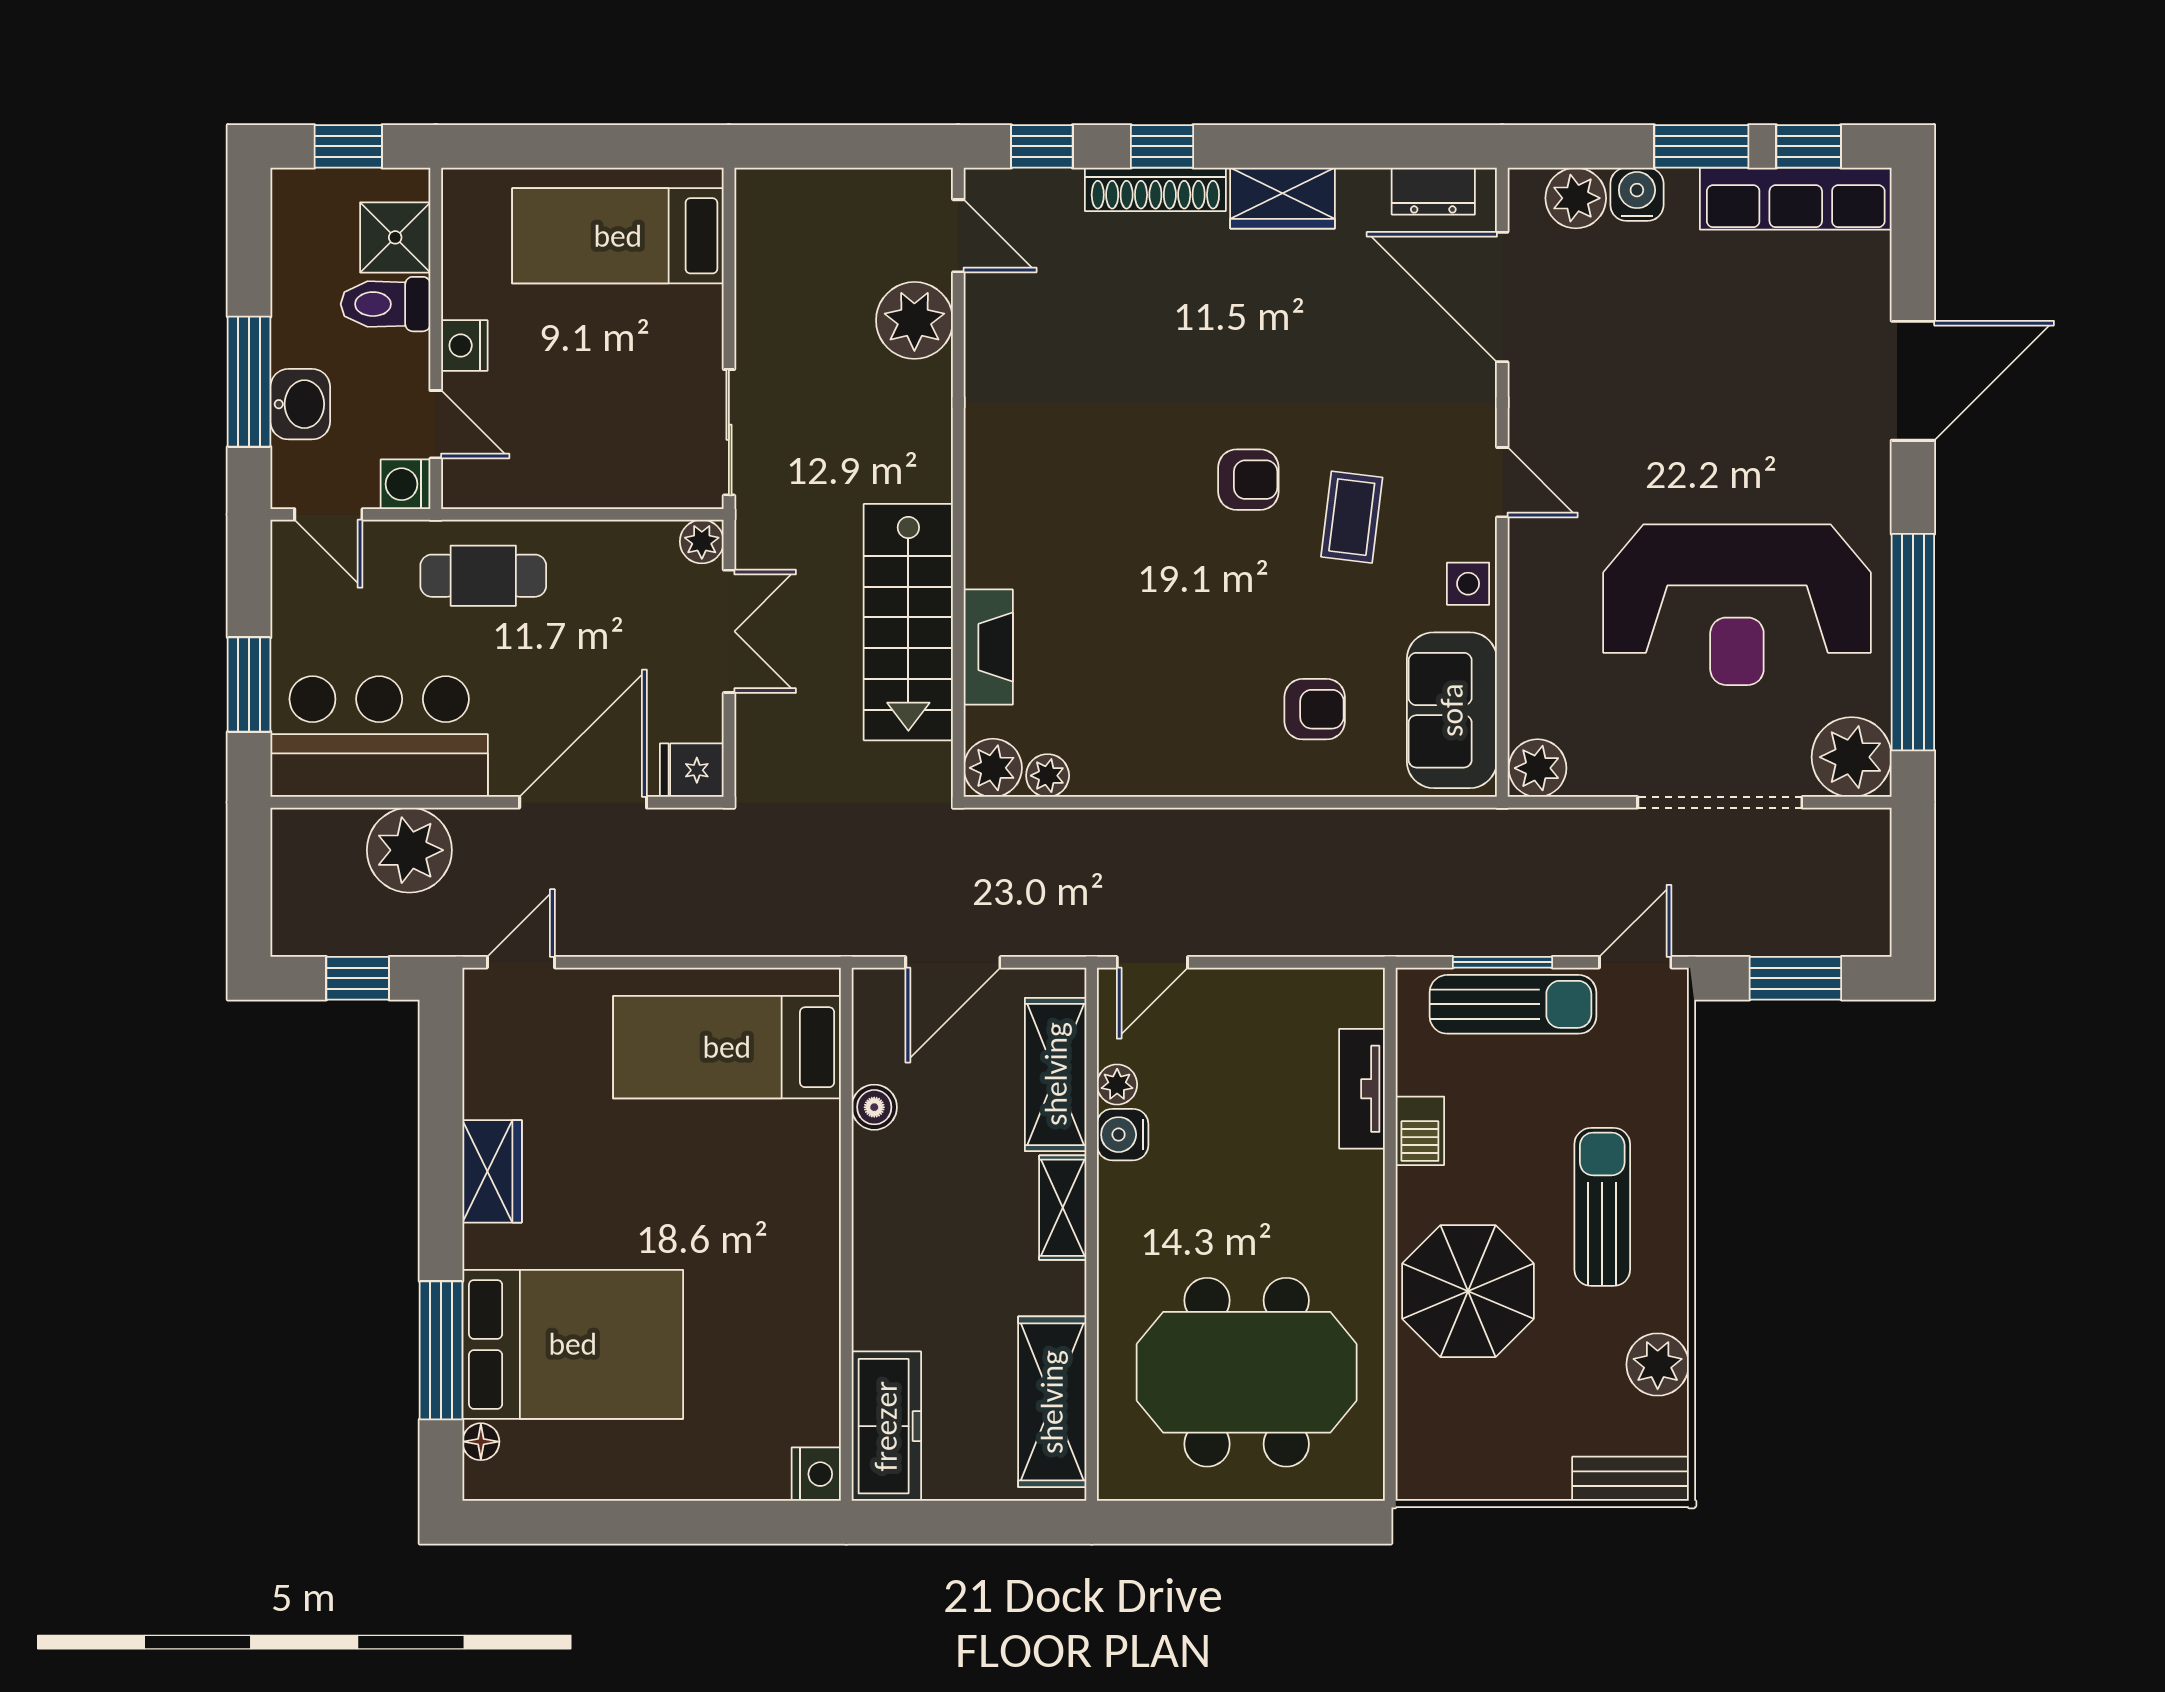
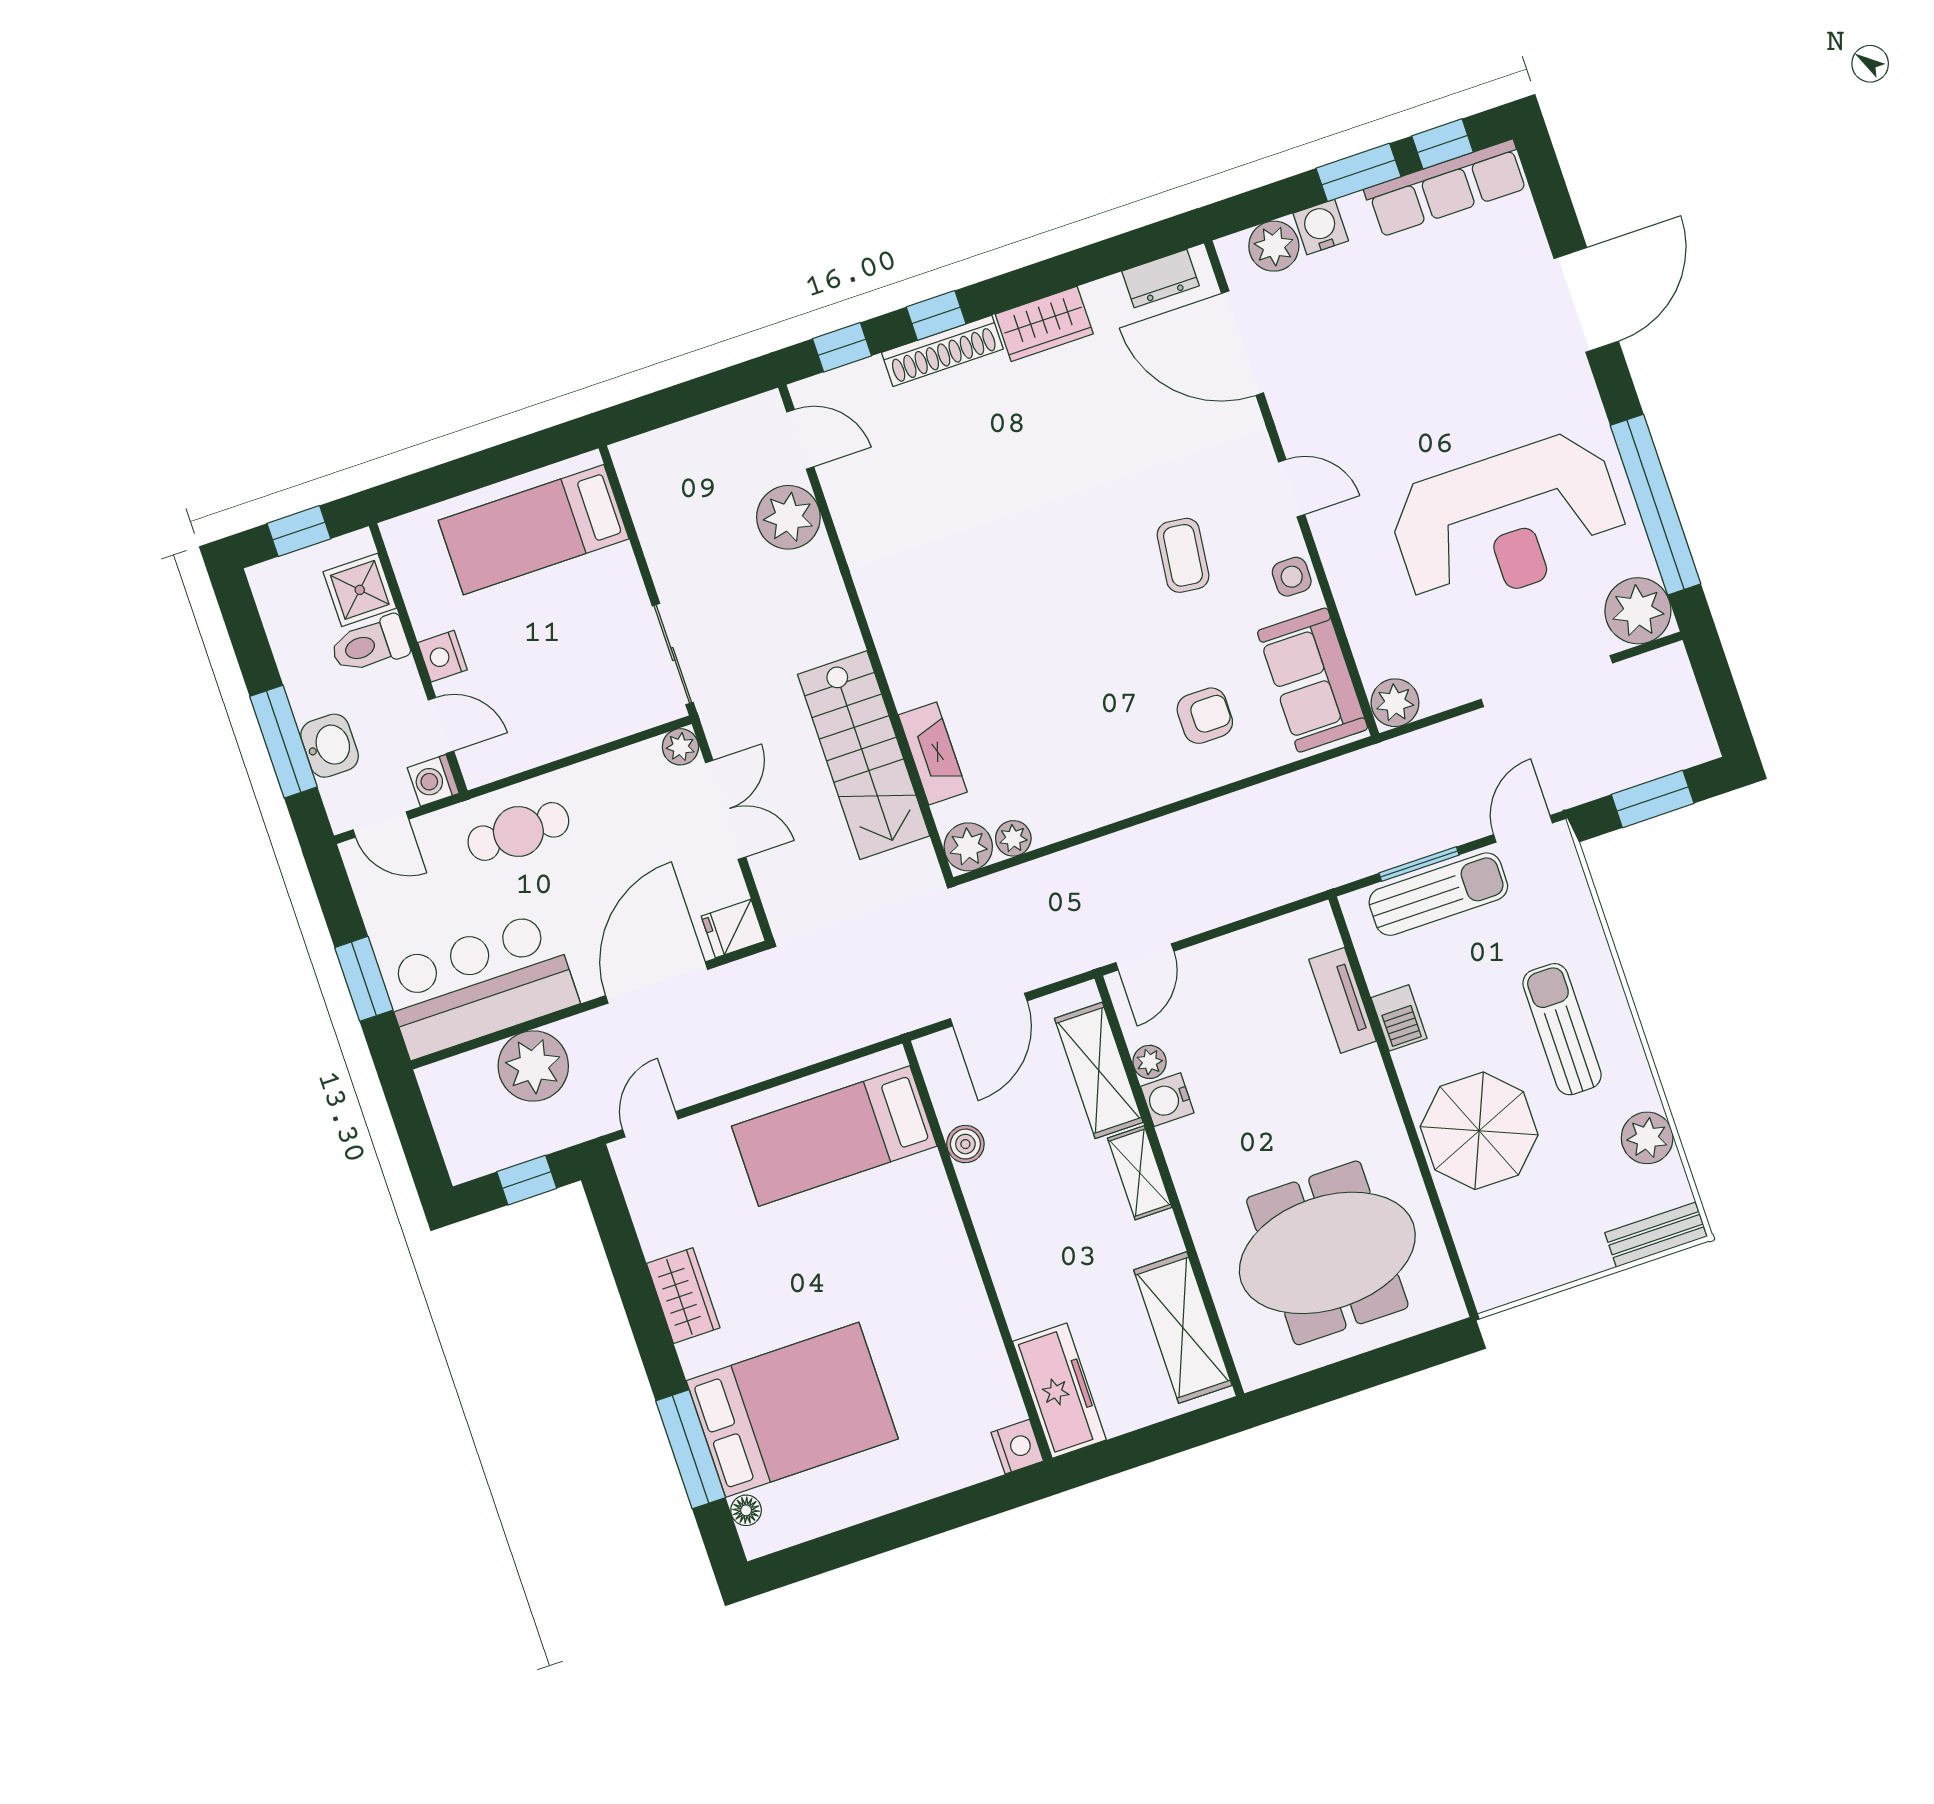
armchair: (1248, 480) -> (1092, 553), removed

